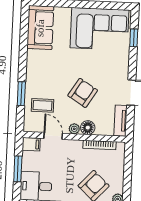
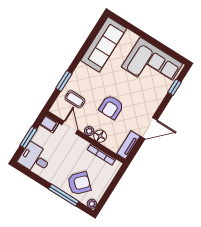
sofa: (40, 28) -> (104, 44), width x1.36
armchair: (83, 93) -> (111, 107), turned 148

